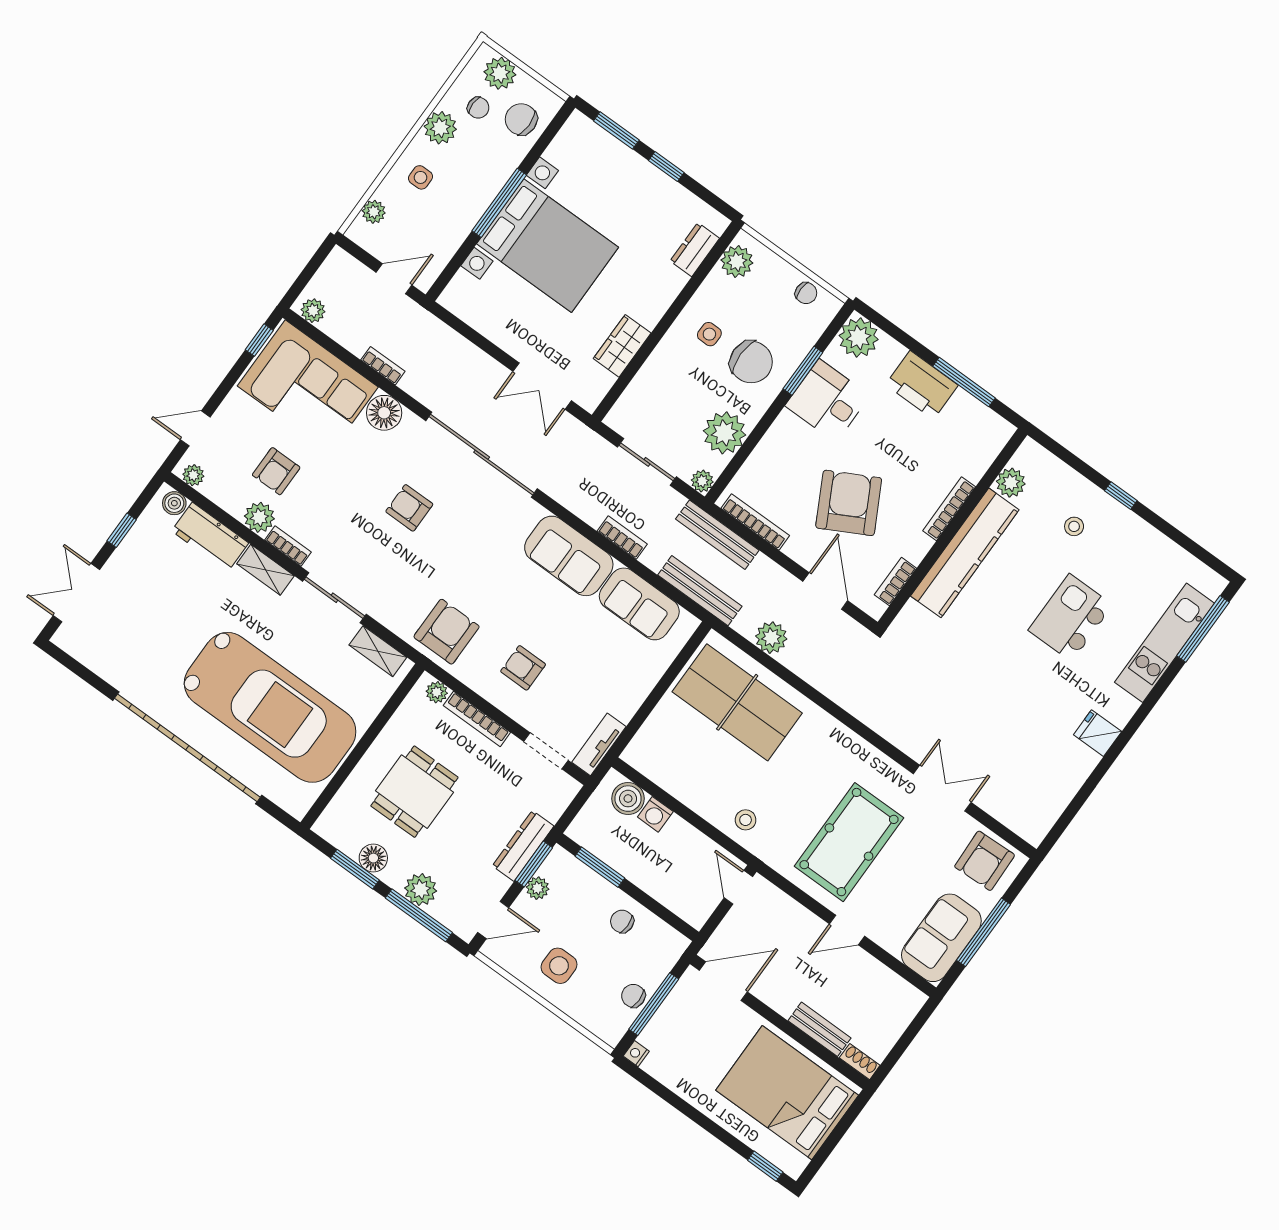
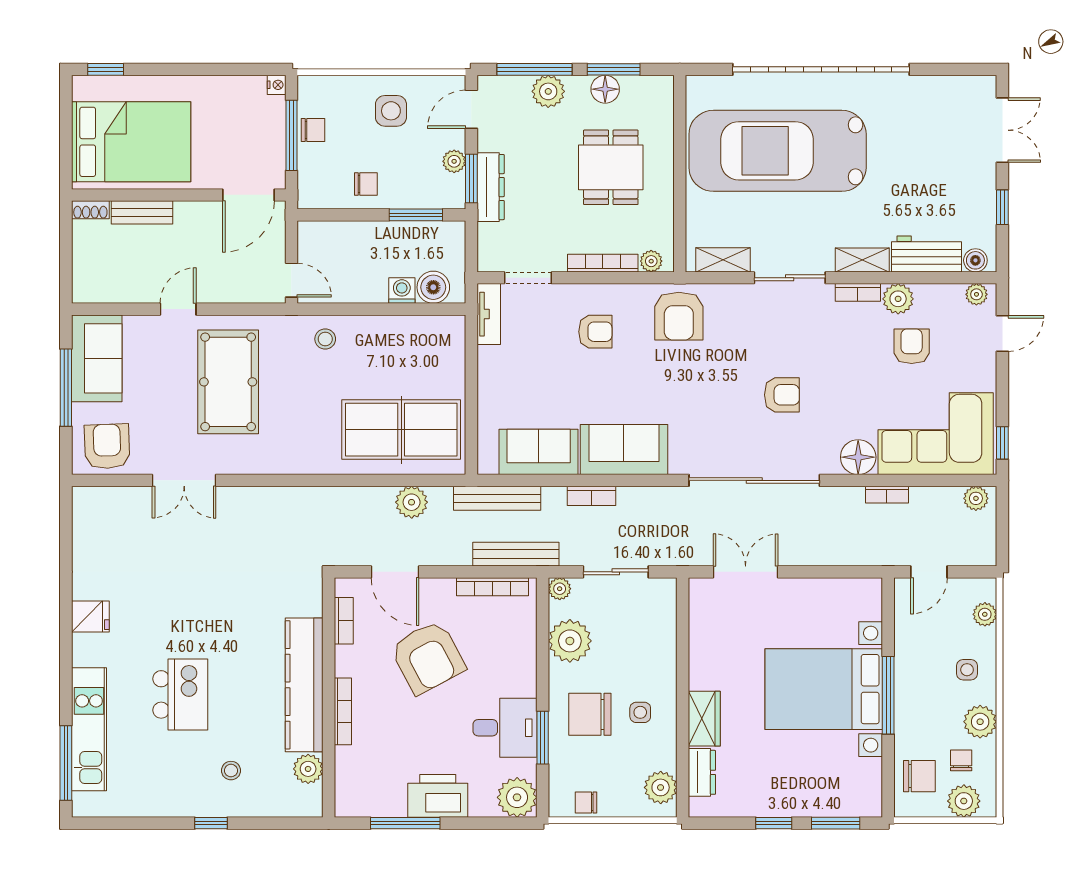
chair: (478, 108) -> (961, 760), turned 90
wardrobe: (622, 346) -> (704, 719), moved

